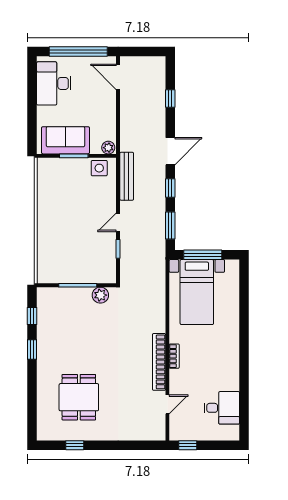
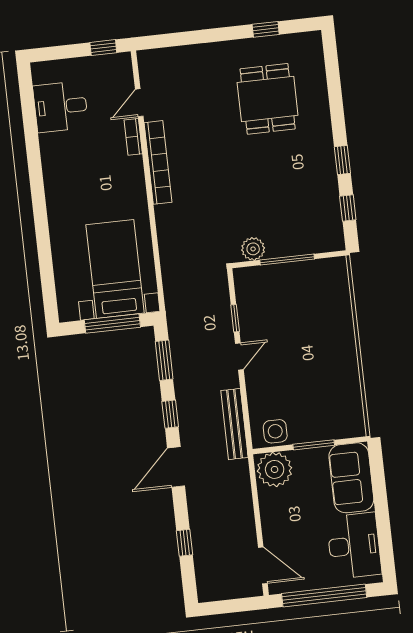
sofa: (66, 140) -> (351, 478), moved, turned 90
plant: (108, 148) -> (275, 469), width x1.88, depth x1.88
bookcase: (174, 356) -> (133, 137), moved

